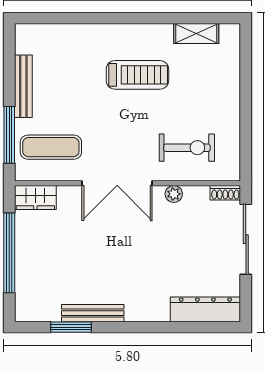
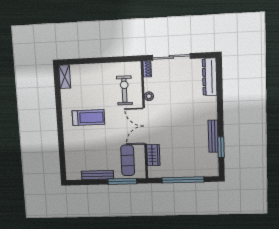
shelving: (196, 34) -> (65, 77), moved
treadmill: (137, 75) -> (88, 118), turned 90
double door: (117, 183) -> (145, 126), swing flipped
wardrobe: (35, 197) -> (153, 155), moved

